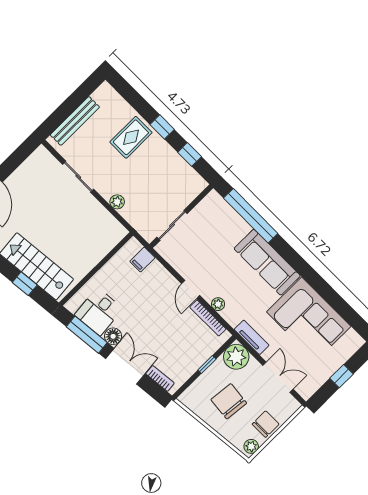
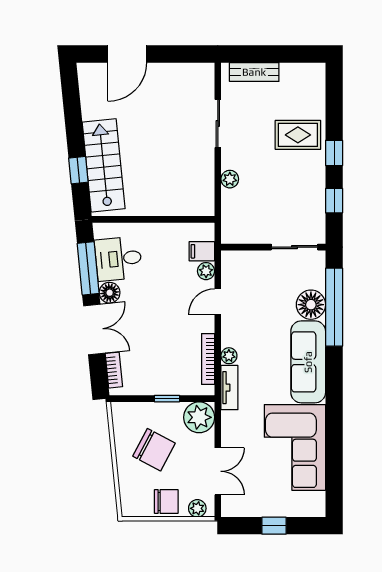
bench: (75, 121) -> (254, 72), width x0.73
sliding door: (172, 225) -> (294, 247), moved
floor lamp: (236, 228) -> (311, 305), added
plant: (156, 269) -> (206, 271), added
door: (191, 290) -> (218, 302), moved
tv unit: (252, 337) -> (229, 388), moved
chair: (229, 401) -> (154, 450), turned 112
plant: (251, 446) -> (197, 508), moved

